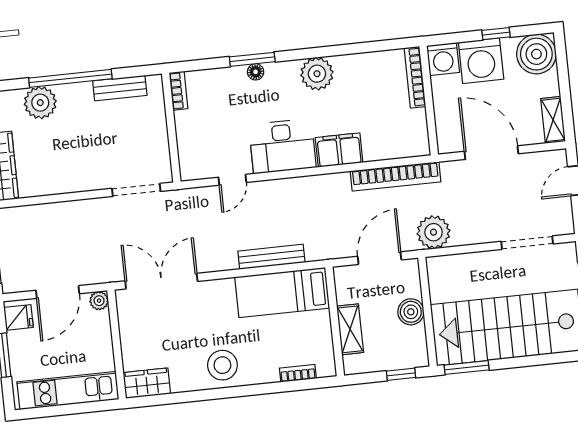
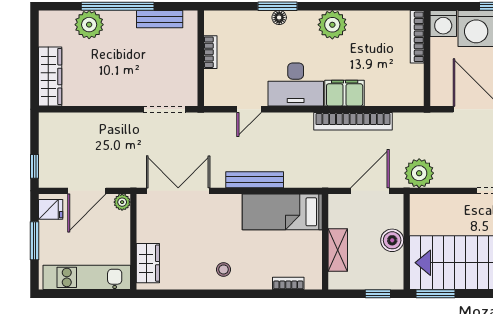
bookcase: (178, 91) -> (210, 52), moved
bookcase: (396, 176) -> (353, 121), moved
bench: (271, 257) -> (255, 180), moved
stool: (222, 365) -> (224, 269), width x0.53, depth x0.53
wardrobe: (147, 383) -> (148, 263), moved, turned 90

